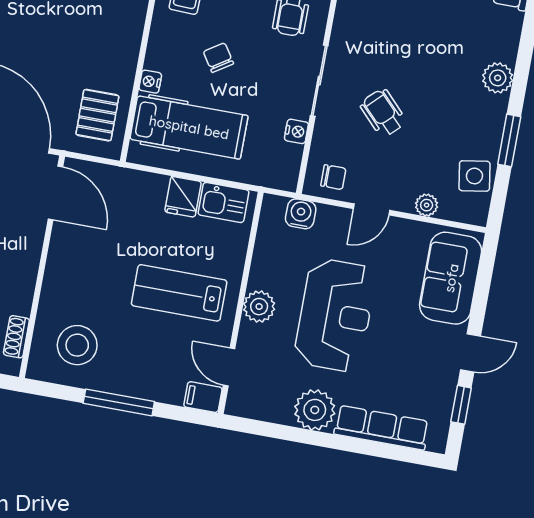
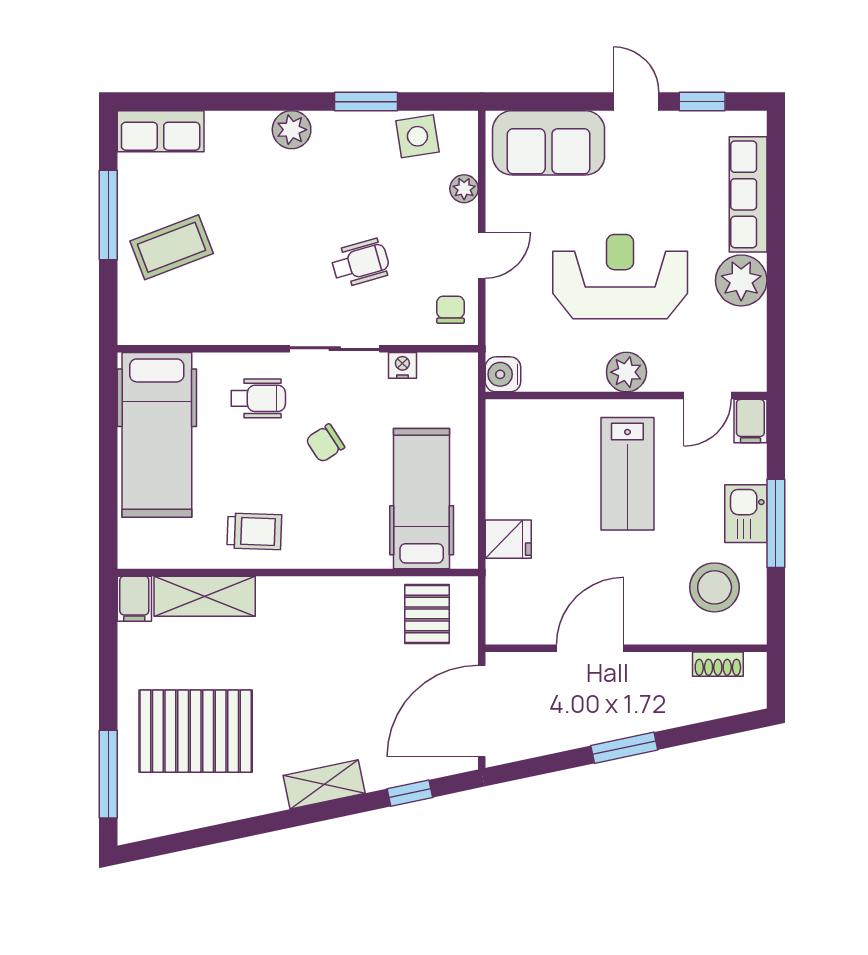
chair: (218, 58) -> (325, 443), moved
nightstand: (150, 82) -> (374, 556), removed
wheelchair: (383, 113) -> (360, 263), turned -152
pallet: (97, 115) -> (427, 614), turned 90
door: (55, 193) -> (590, 648), moved
fridge: (183, 197) -> (508, 539), moved
kitchen sink: (223, 203) -> (746, 514), moved, turned 180
door: (372, 209) -> (482, 255), hinge flipped
water cooler: (301, 214) -> (503, 374), moved

